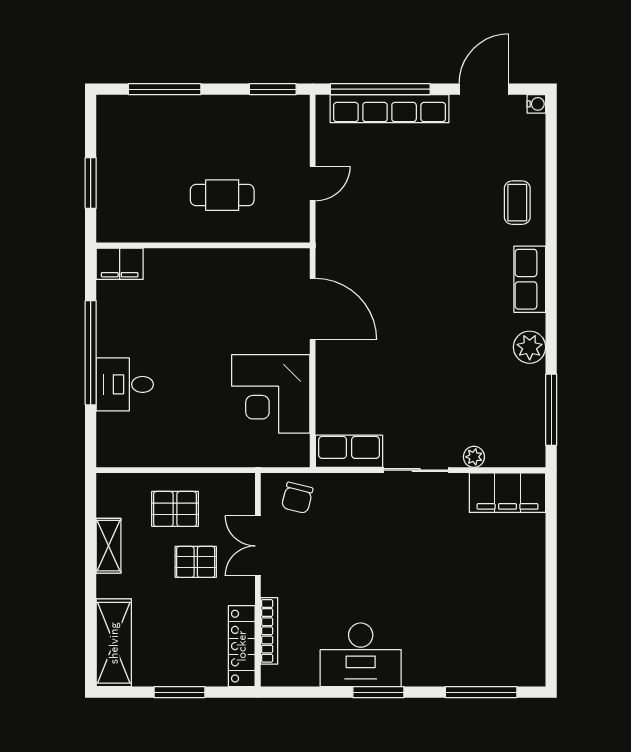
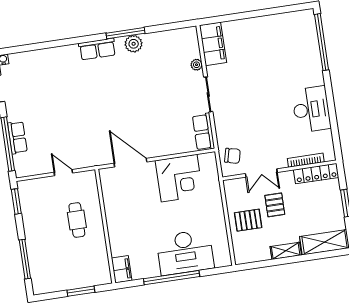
row of seats: (390, 109) -> (17, 138), width x0.50
coffee table: (517, 203) -> (57, 62), removed
door: (313, 309) -> (130, 163), hinge flipped
desk: (125, 384) -> (185, 252), width x1.87, depth x1.30
window: (551, 410) -> (125, 33), moved
pallet: (175, 509) -> (248, 220), turned 90
shelving: (109, 546) -> (286, 251), moved
window: (378, 692) -> (330, 97), removed
window: (481, 692) -> (322, 42), width x1.46

